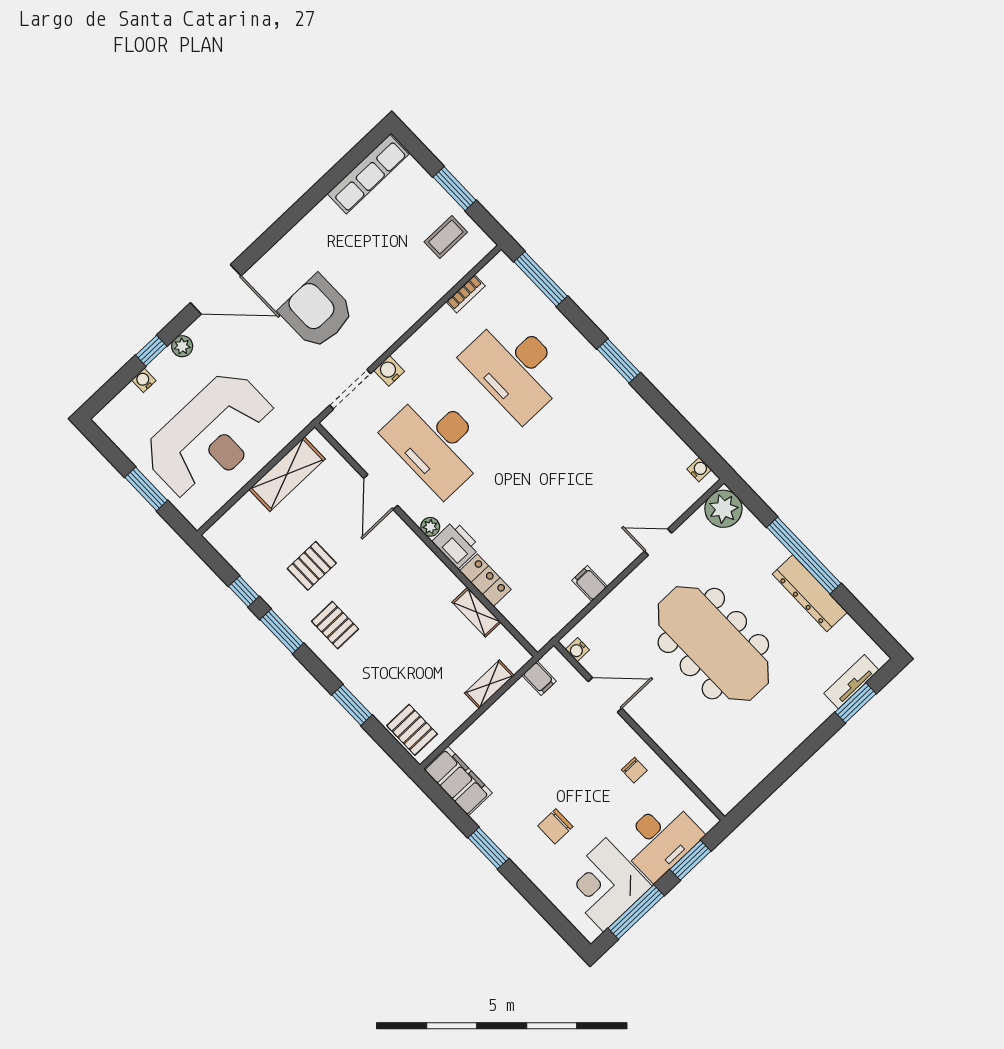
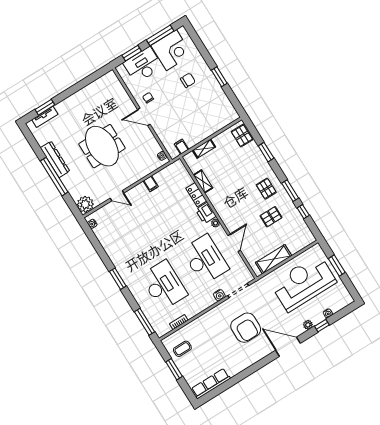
meeting table: (713, 644) -> (102, 146), width x0.73
door: (605, 695) -> (144, 117), moved
filing cabinet: (458, 781) -> (226, 109), removed

